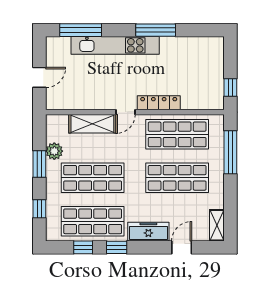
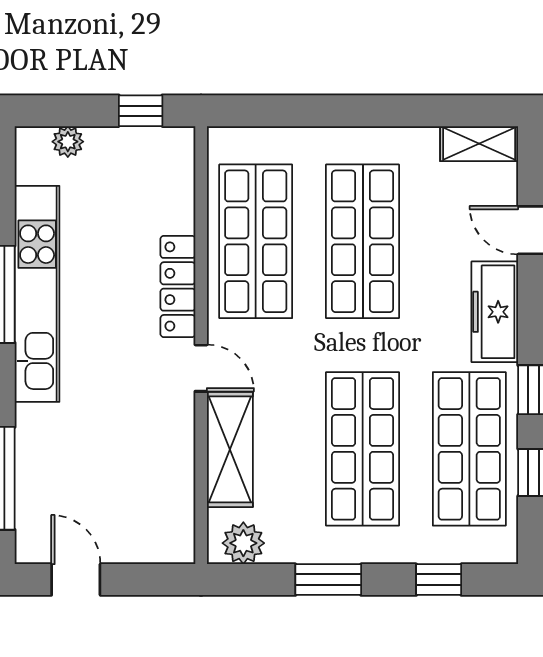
kitchen unit: (115, 45) -> (37, 294), moved
plant: (218, 58) -> (68, 142), added
door: (39, 77) -> (76, 580), moved
plant: (54, 151) -> (243, 543), moved
window: (230, 152) -> (300, 111), removed

